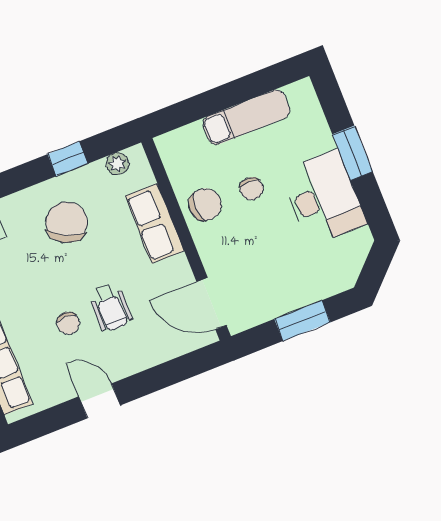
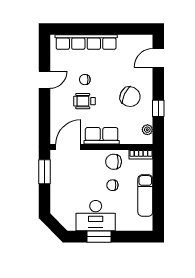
window: (353, 153) -> (99, 237), moved
bookcase: (170, 157) -> (141, 155), added
chair: (205, 204) -> (114, 162), turned 90
row of seats: (155, 223) -> (102, 136), moved
window: (302, 321) -> (44, 172), moved

